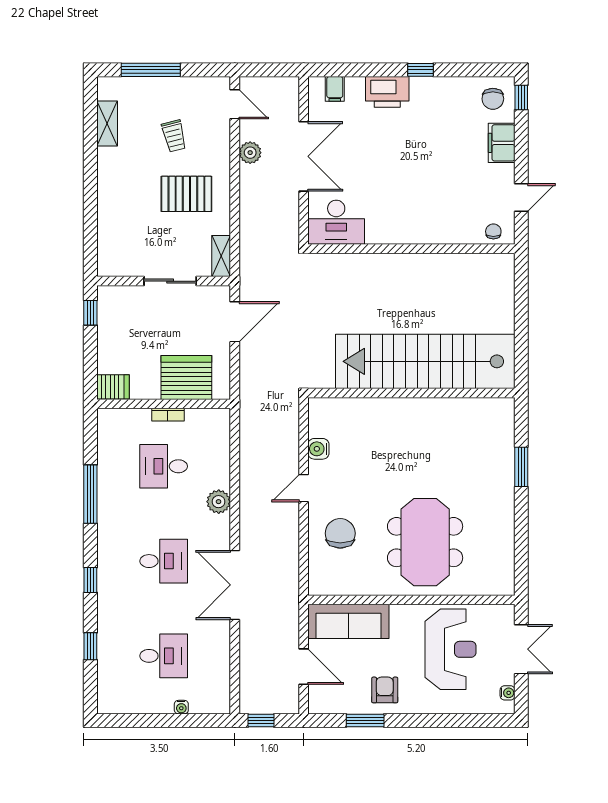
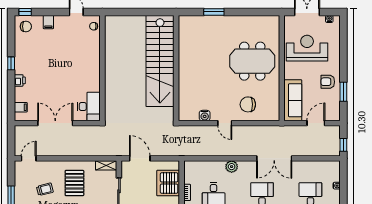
printer: (387, 92) -> (20, 80), width x0.53, depth x0.68
filing cabinet: (502, 143) -> (48, 22), width x0.50
plant: (250, 153) -> (53, 150), removed

